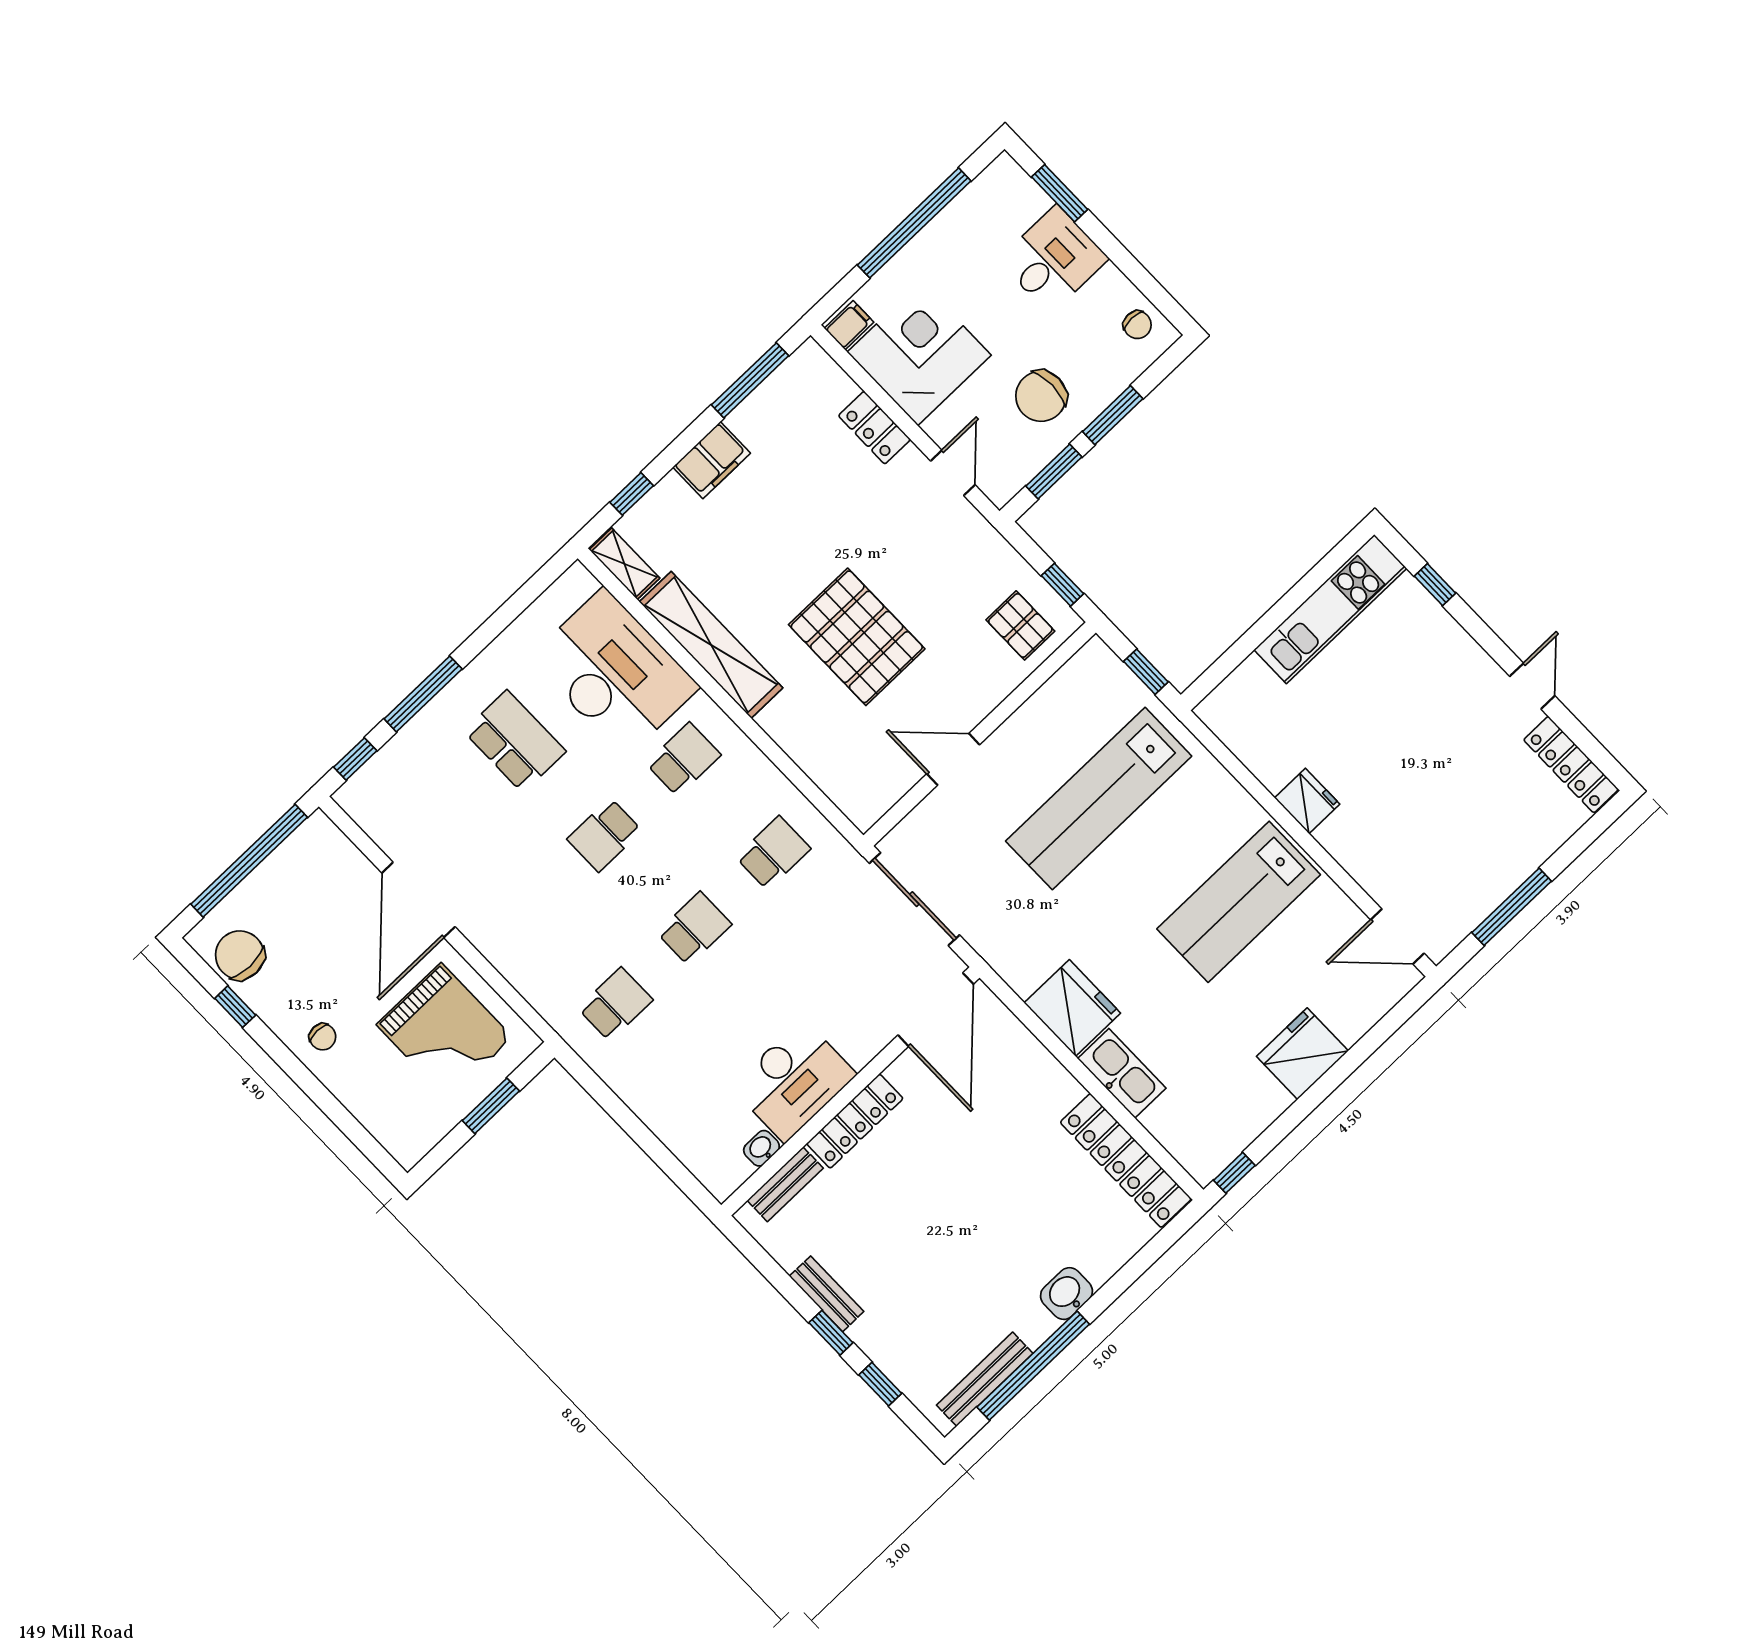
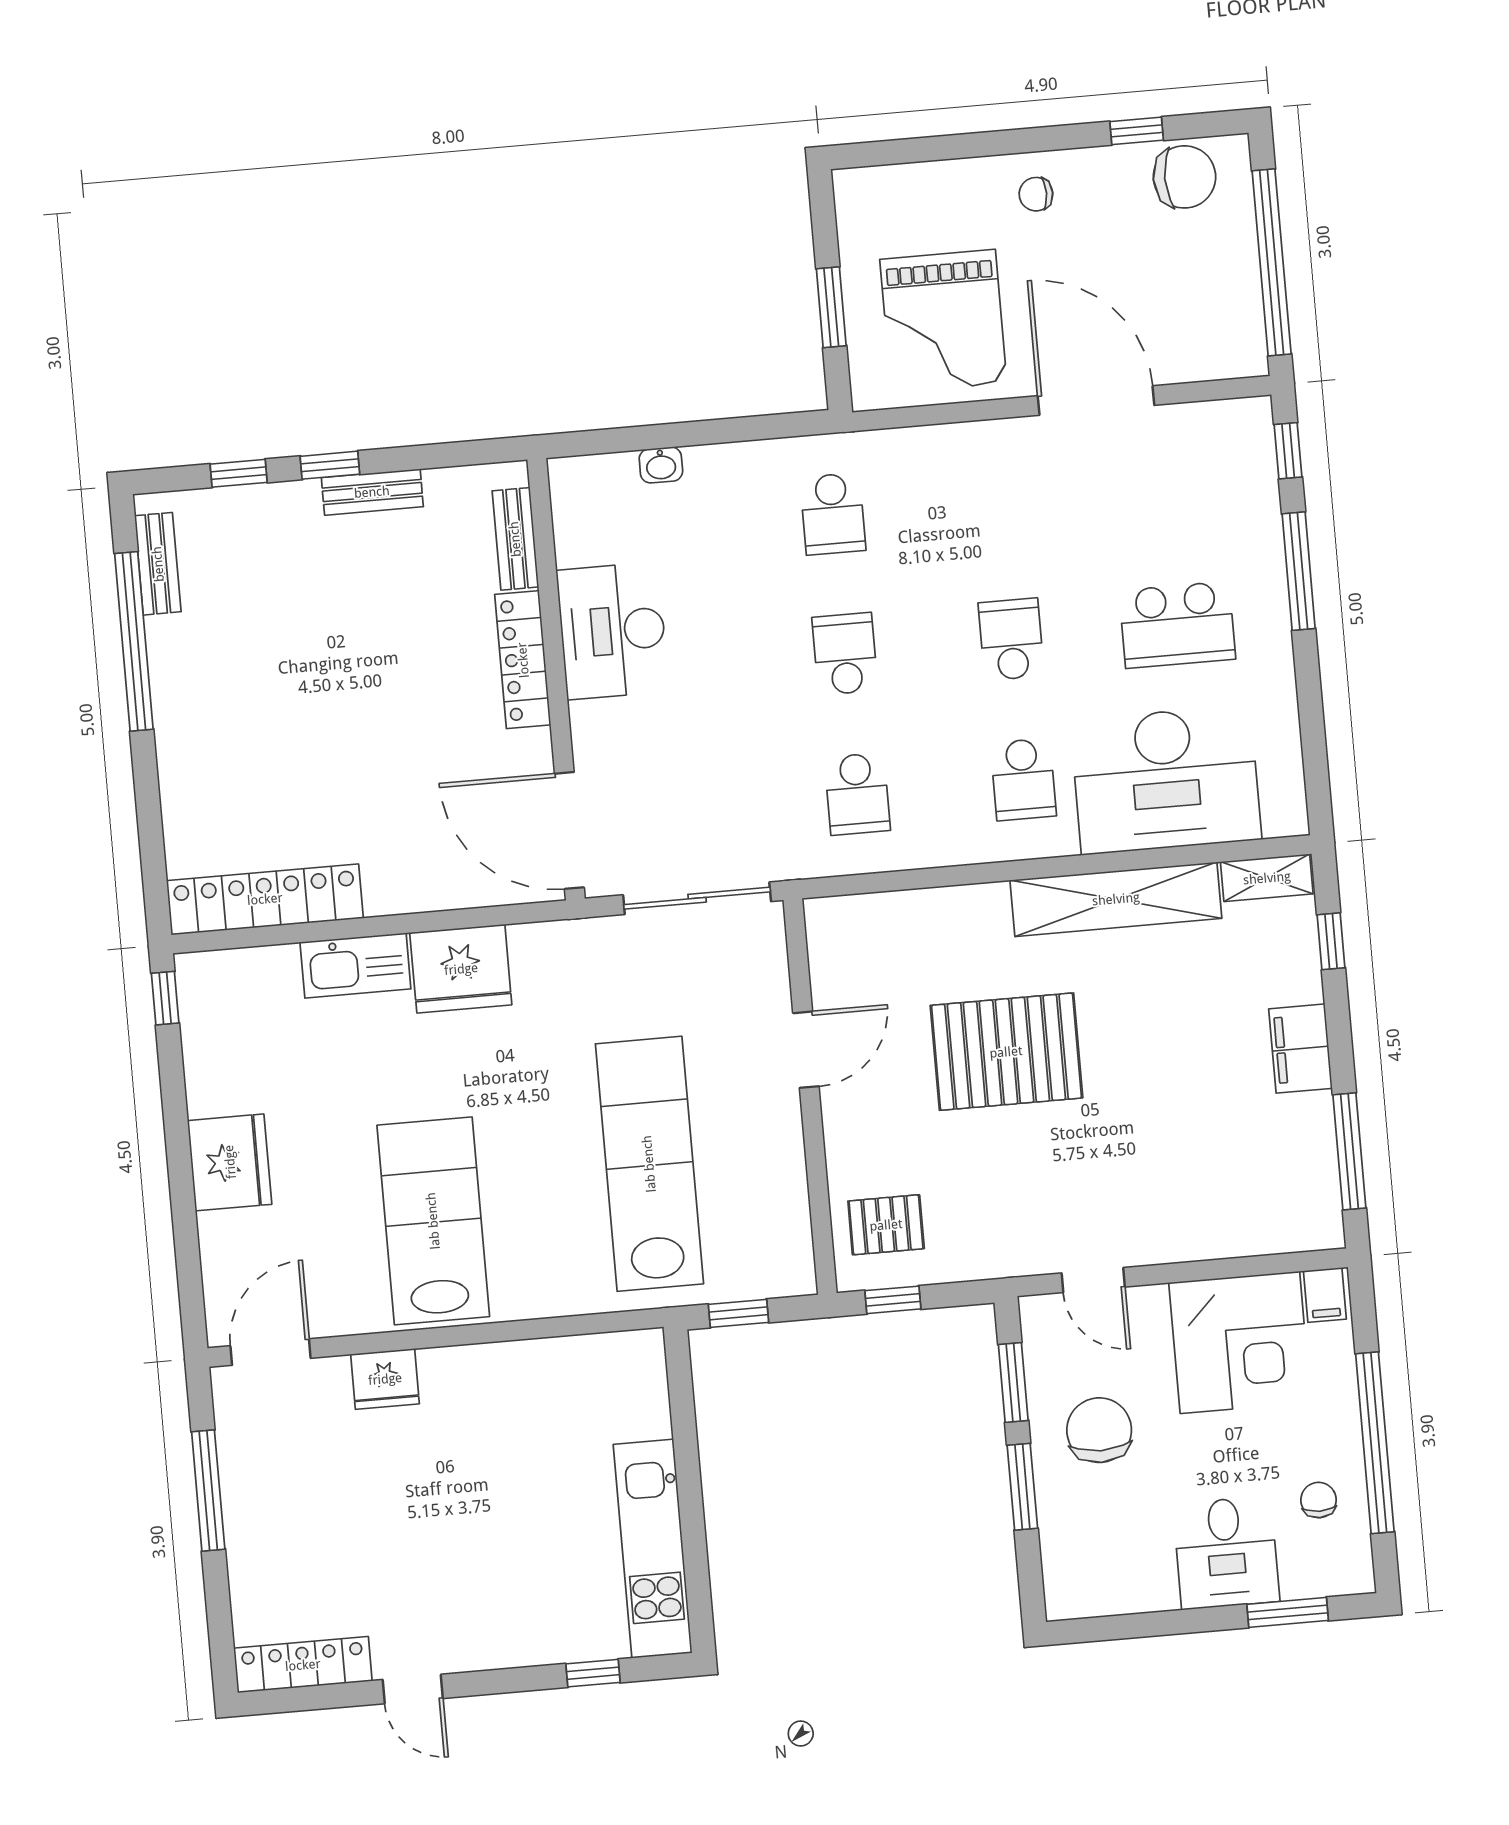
chair: (1137, 325) -> (1319, 1500), moved, turned 90
locker: (874, 428) -> (1202, 1238), removed
fridge: (1307, 801) -> (385, 1379), moved
school desk: (694, 929) -> (845, 654), turned 180
grand piano: (445, 1031) -> (943, 321), turned -90
washbasin: (761, 1148) -> (661, 465), moved, turned 90
washbasin: (1066, 1294) -> (179, 733), removed
bench: (985, 1379) -> (158, 564), width x0.73

